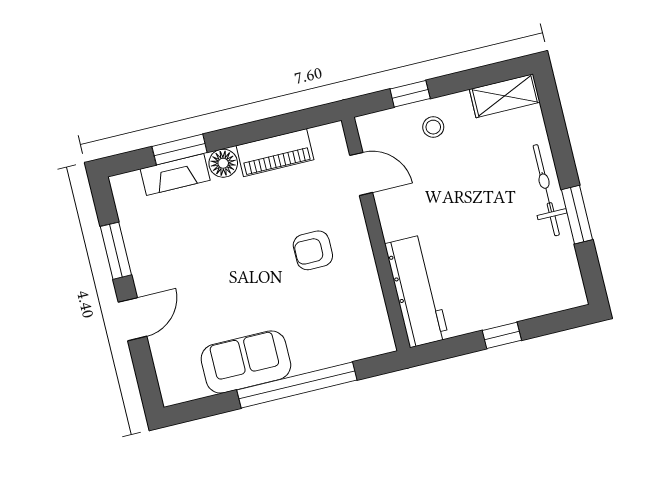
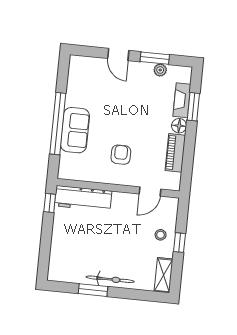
window: (410, 94) -> (180, 243), moved
plant: (134, 233) -> (160, 70), added
window: (502, 335) -> (50, 203), moved
sofa: (246, 362) -> (75, 130), moved

